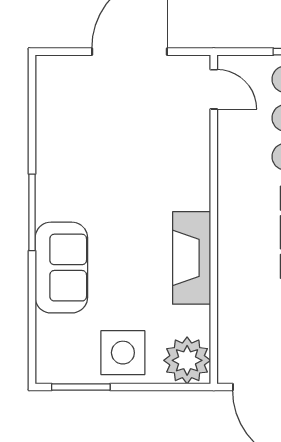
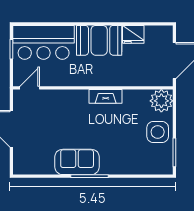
fireplace: (192, 258) -> (106, 96), width x0.73, depth x0.76
sofa: (61, 268) -> (77, 162), moved

